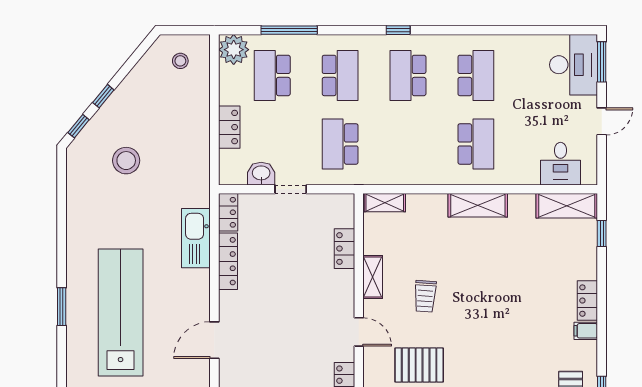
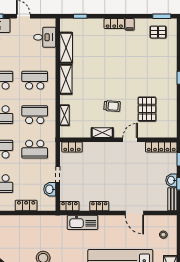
school desk: (408, 144) -> (35, 115), added
shelving: (385, 203) -> (65, 115), moved
shelving: (567, 206) -> (66, 48), moved
locker: (345, 249) -> (72, 147), moved
locker: (228, 261) -> (99, 206), width x0.66

